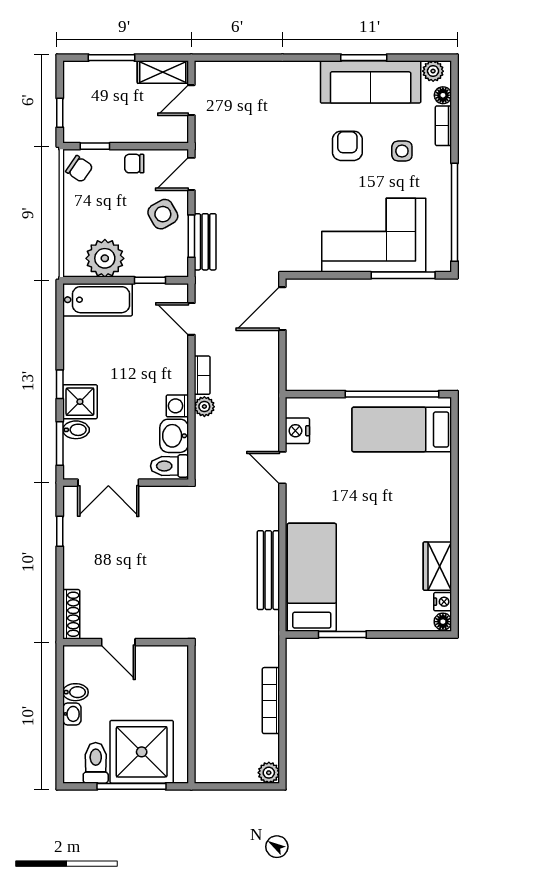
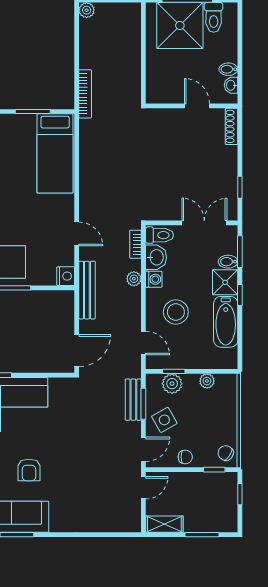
door: (191, 100) -> (143, 488), moved
plant: (105, 258) -> (207, 381), width x0.53, depth x0.53
plant: (152, 264) -> (172, 384), added
bathtub: (97, 300) -> (226, 322), moved, turned -90
stool: (147, 361) -> (176, 312), added
bookcase: (202, 375) -> (136, 244), moved
nightstand: (297, 431) -> (66, 276), moved
bench: (268, 570) -> (87, 290), moved
bookcase: (271, 701) -> (85, 94), moved
washbasin: (72, 714) -> (231, 85), moved

